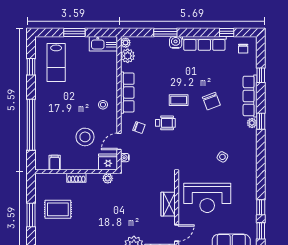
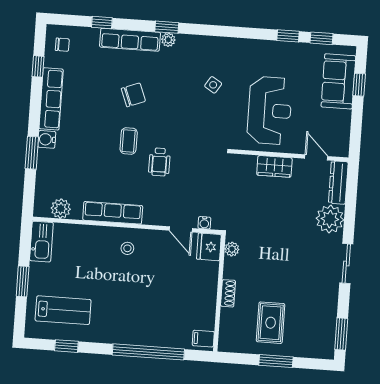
plant: (126, 43) -> (42, 210), removed
wheelchair: (165, 123) -> (159, 162), turned 180
chair: (139, 128) -> (163, 200), removed
stool: (85, 137) -> (171, 277), removed
filing cabinet: (55, 163) -> (203, 339), moved

